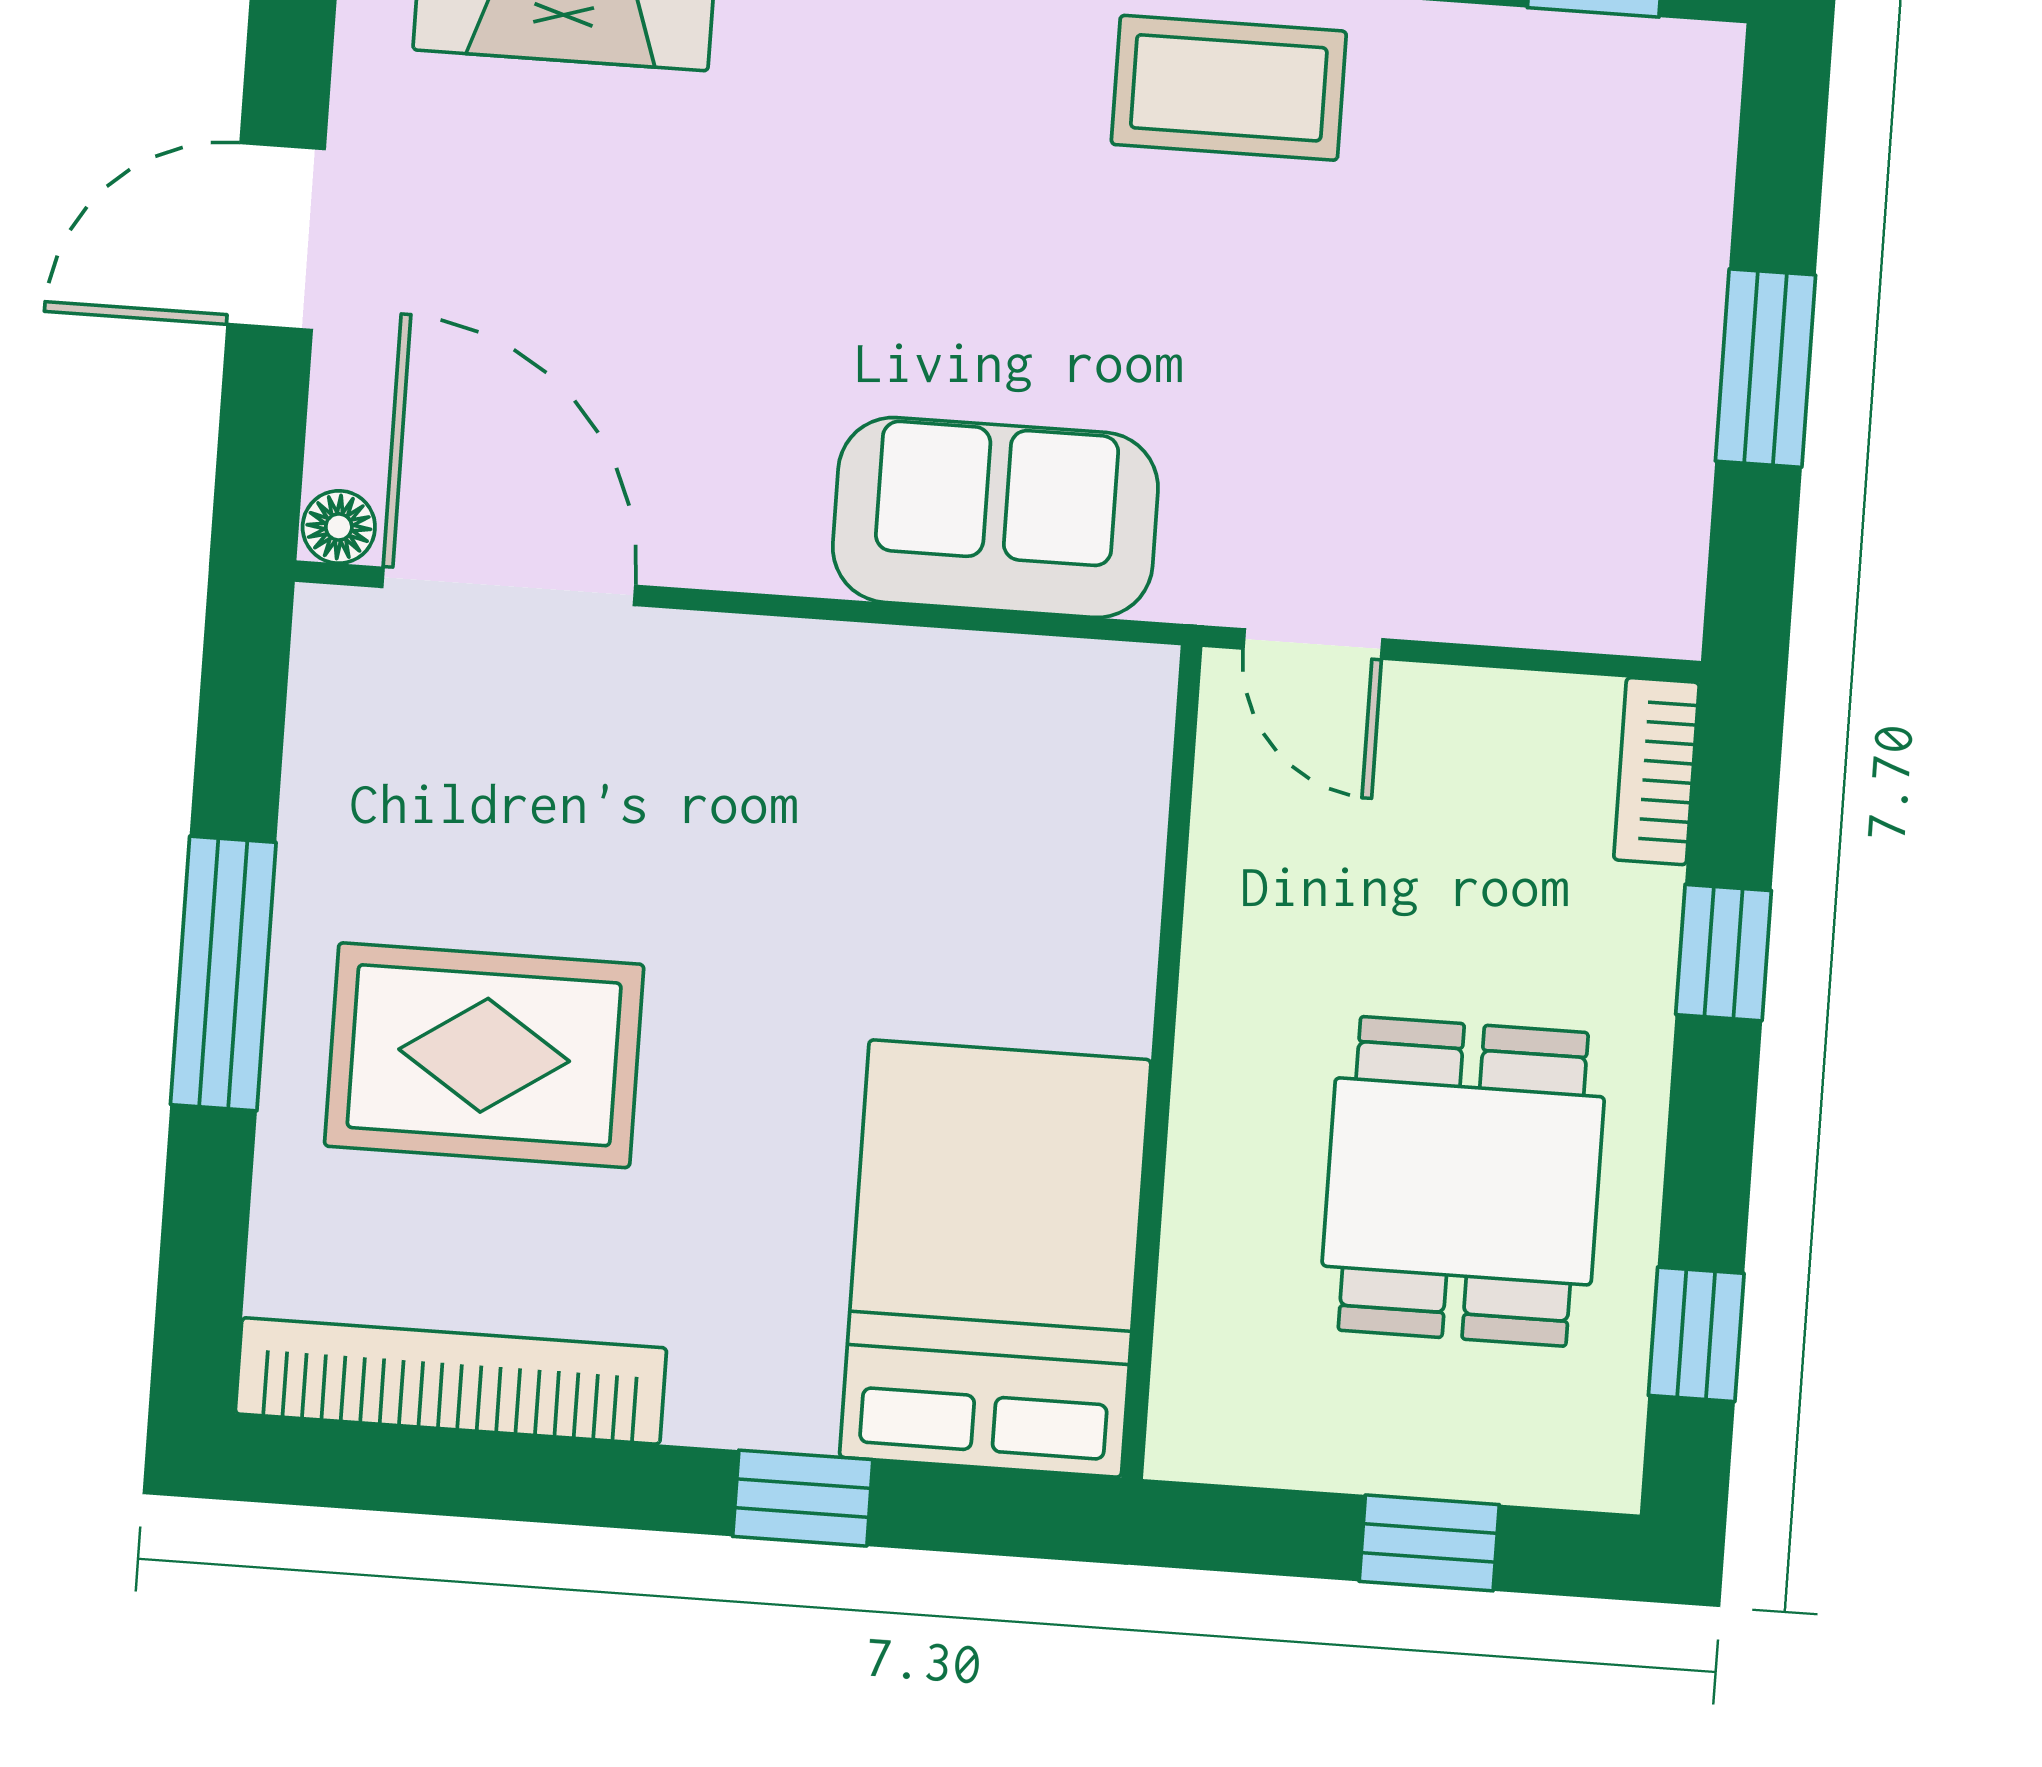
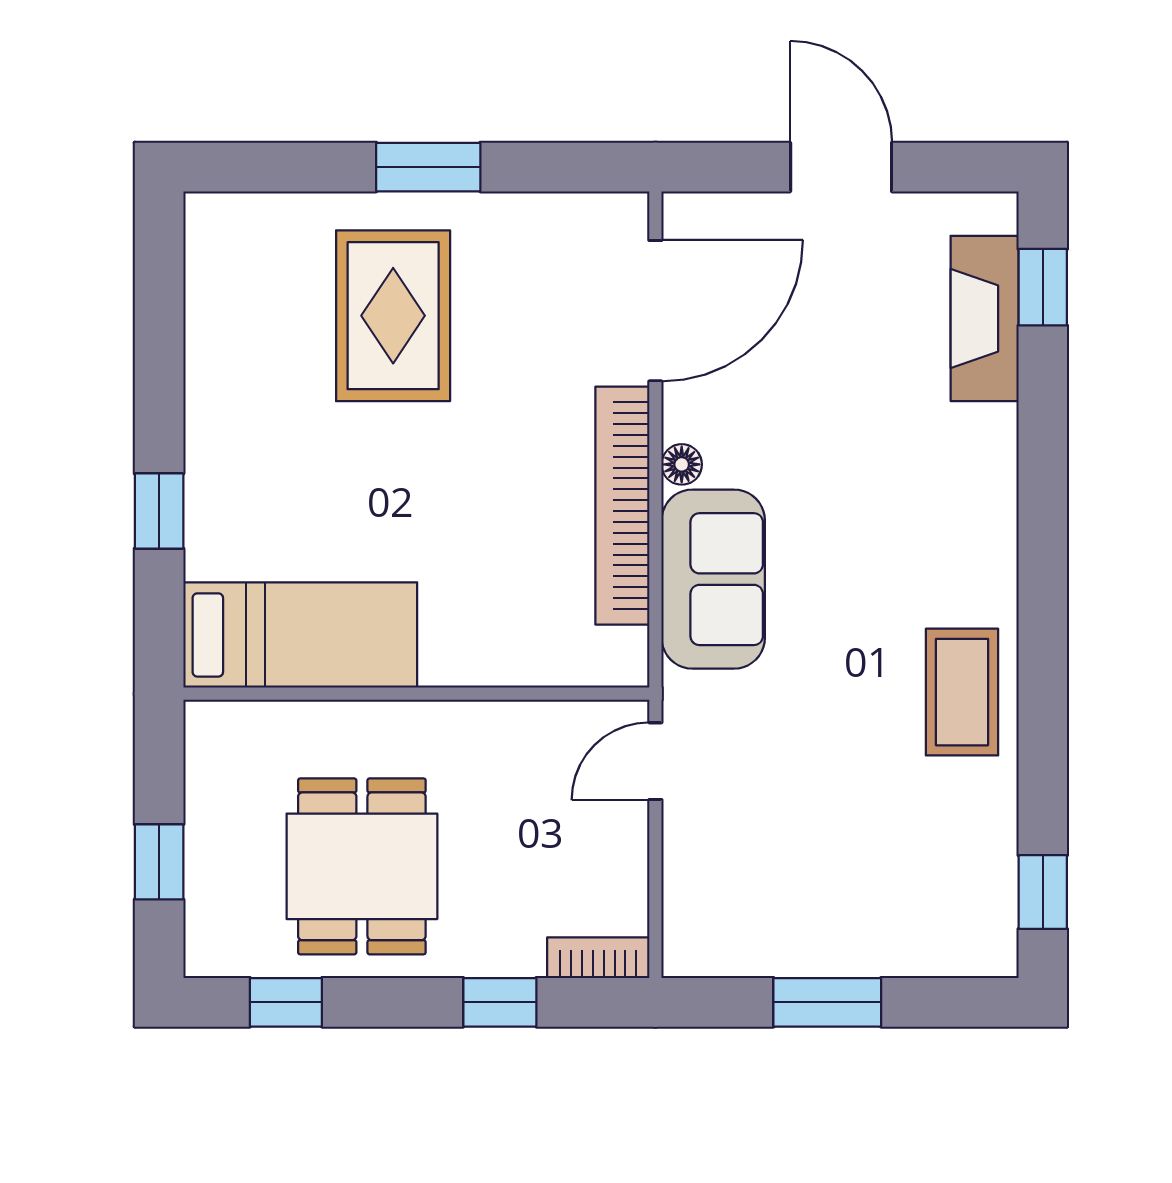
floor lamp: (339, 527) -> (682, 464), moved
window: (223, 973) -> (428, 167), width x0.69
dining table: (1463, 1181) -> (362, 866), turned 90
bed: (995, 1259) -> (300, 635), width x0.67
bookcase: (451, 1381) -> (622, 506), moved, turned 180

